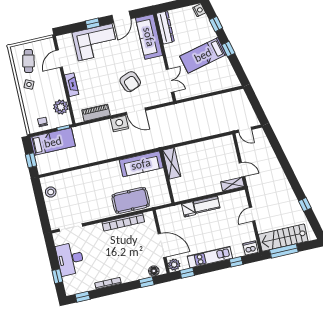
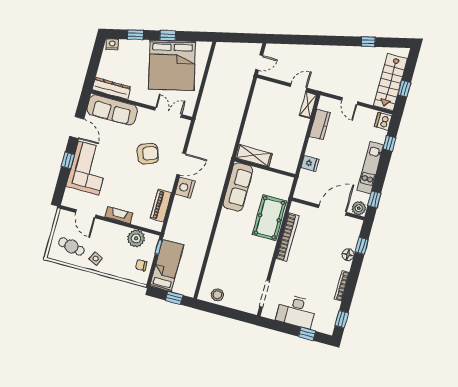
bed: (203, 55) -> (172, 65), width x2.04
kitchen counter: (207, 205) -> (320, 125), moved
window: (284, 251) -> (404, 89), width x0.46
floor lamp: (154, 271) -> (348, 255), moved

